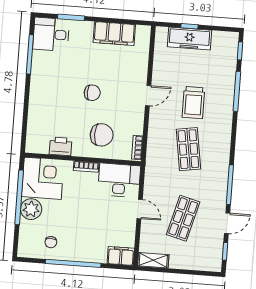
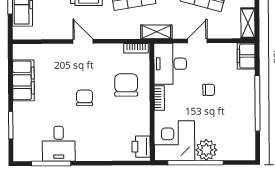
desk: (51, 34) -> (59, 144), moved
printer: (61, 146) -> (141, 147), moved
shelving: (152, 169) -> (156, 32), added
chair: (51, 242) -> (209, 90), moved

